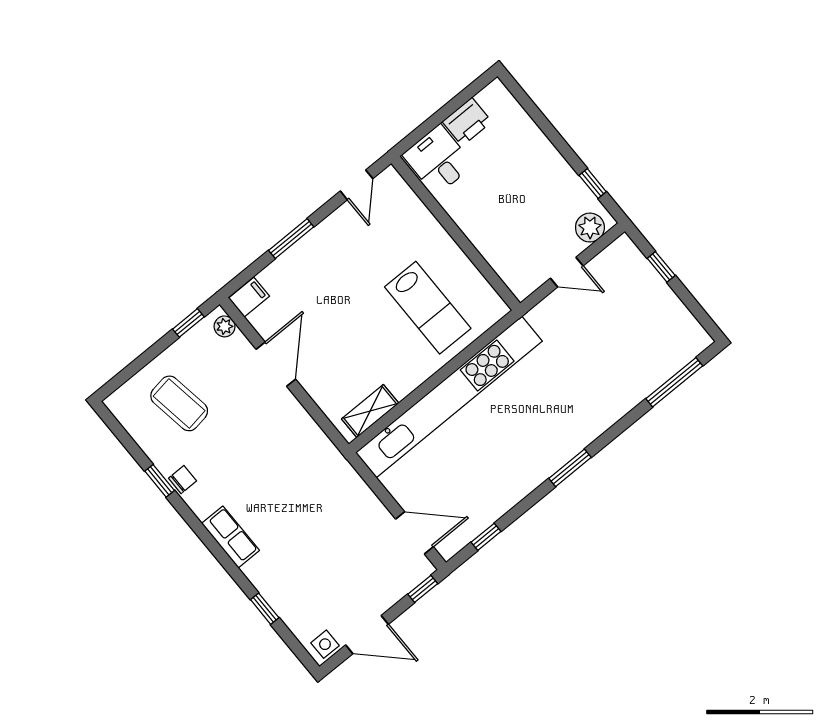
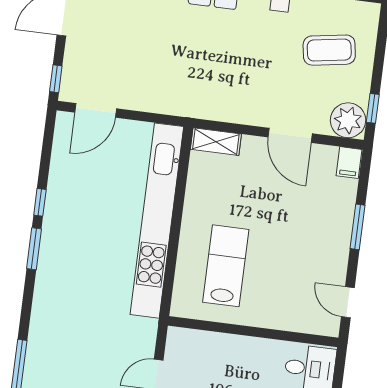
lab bench: (428, 308) -> (226, 266), turned 90
plant: (225, 326) -> (348, 120), width x1.87, depth x1.87
shelving: (370, 411) -> (216, 142), moved, turned 90
window: (486, 537) -> (40, 202), moved

